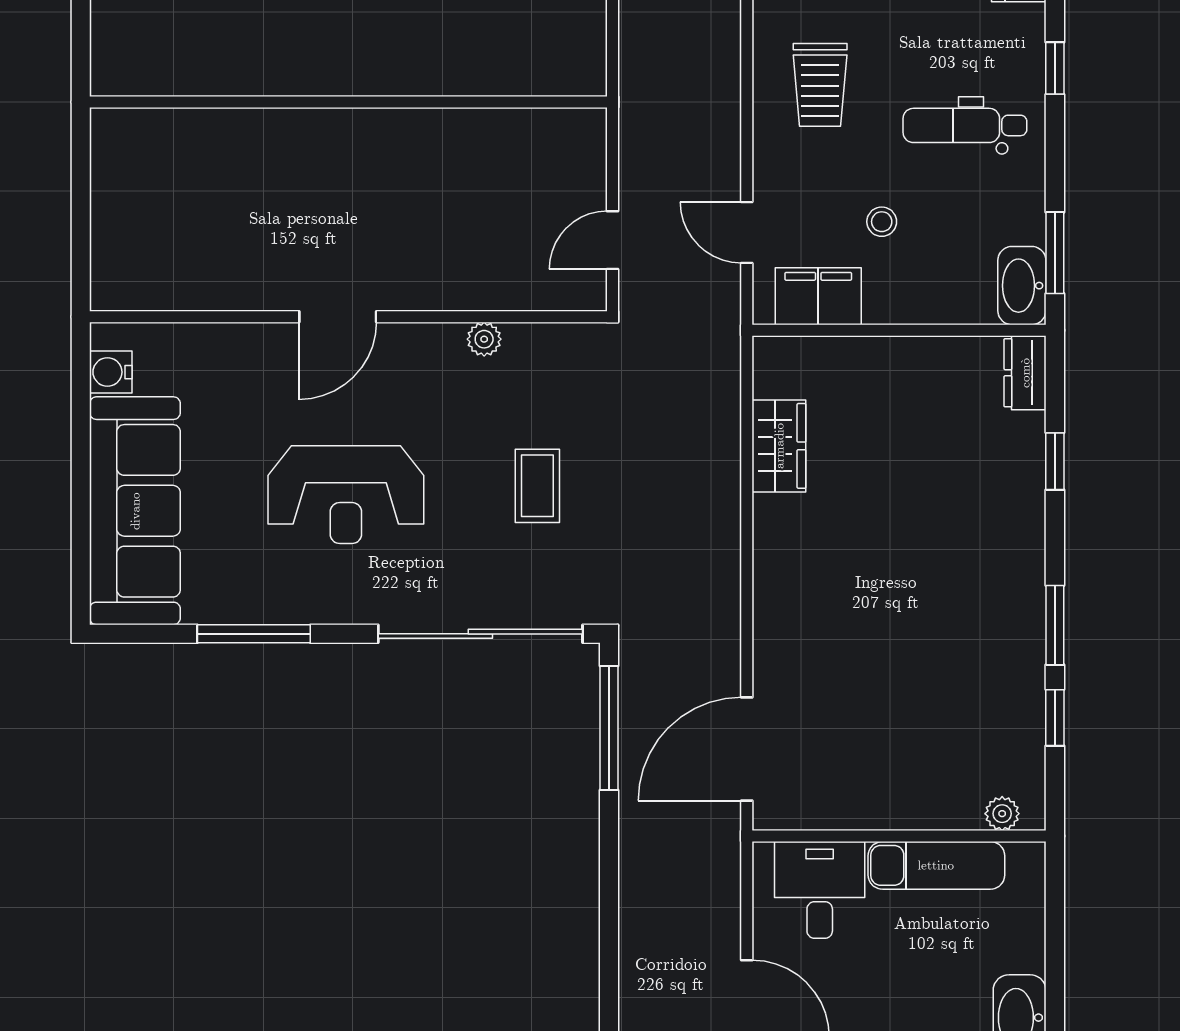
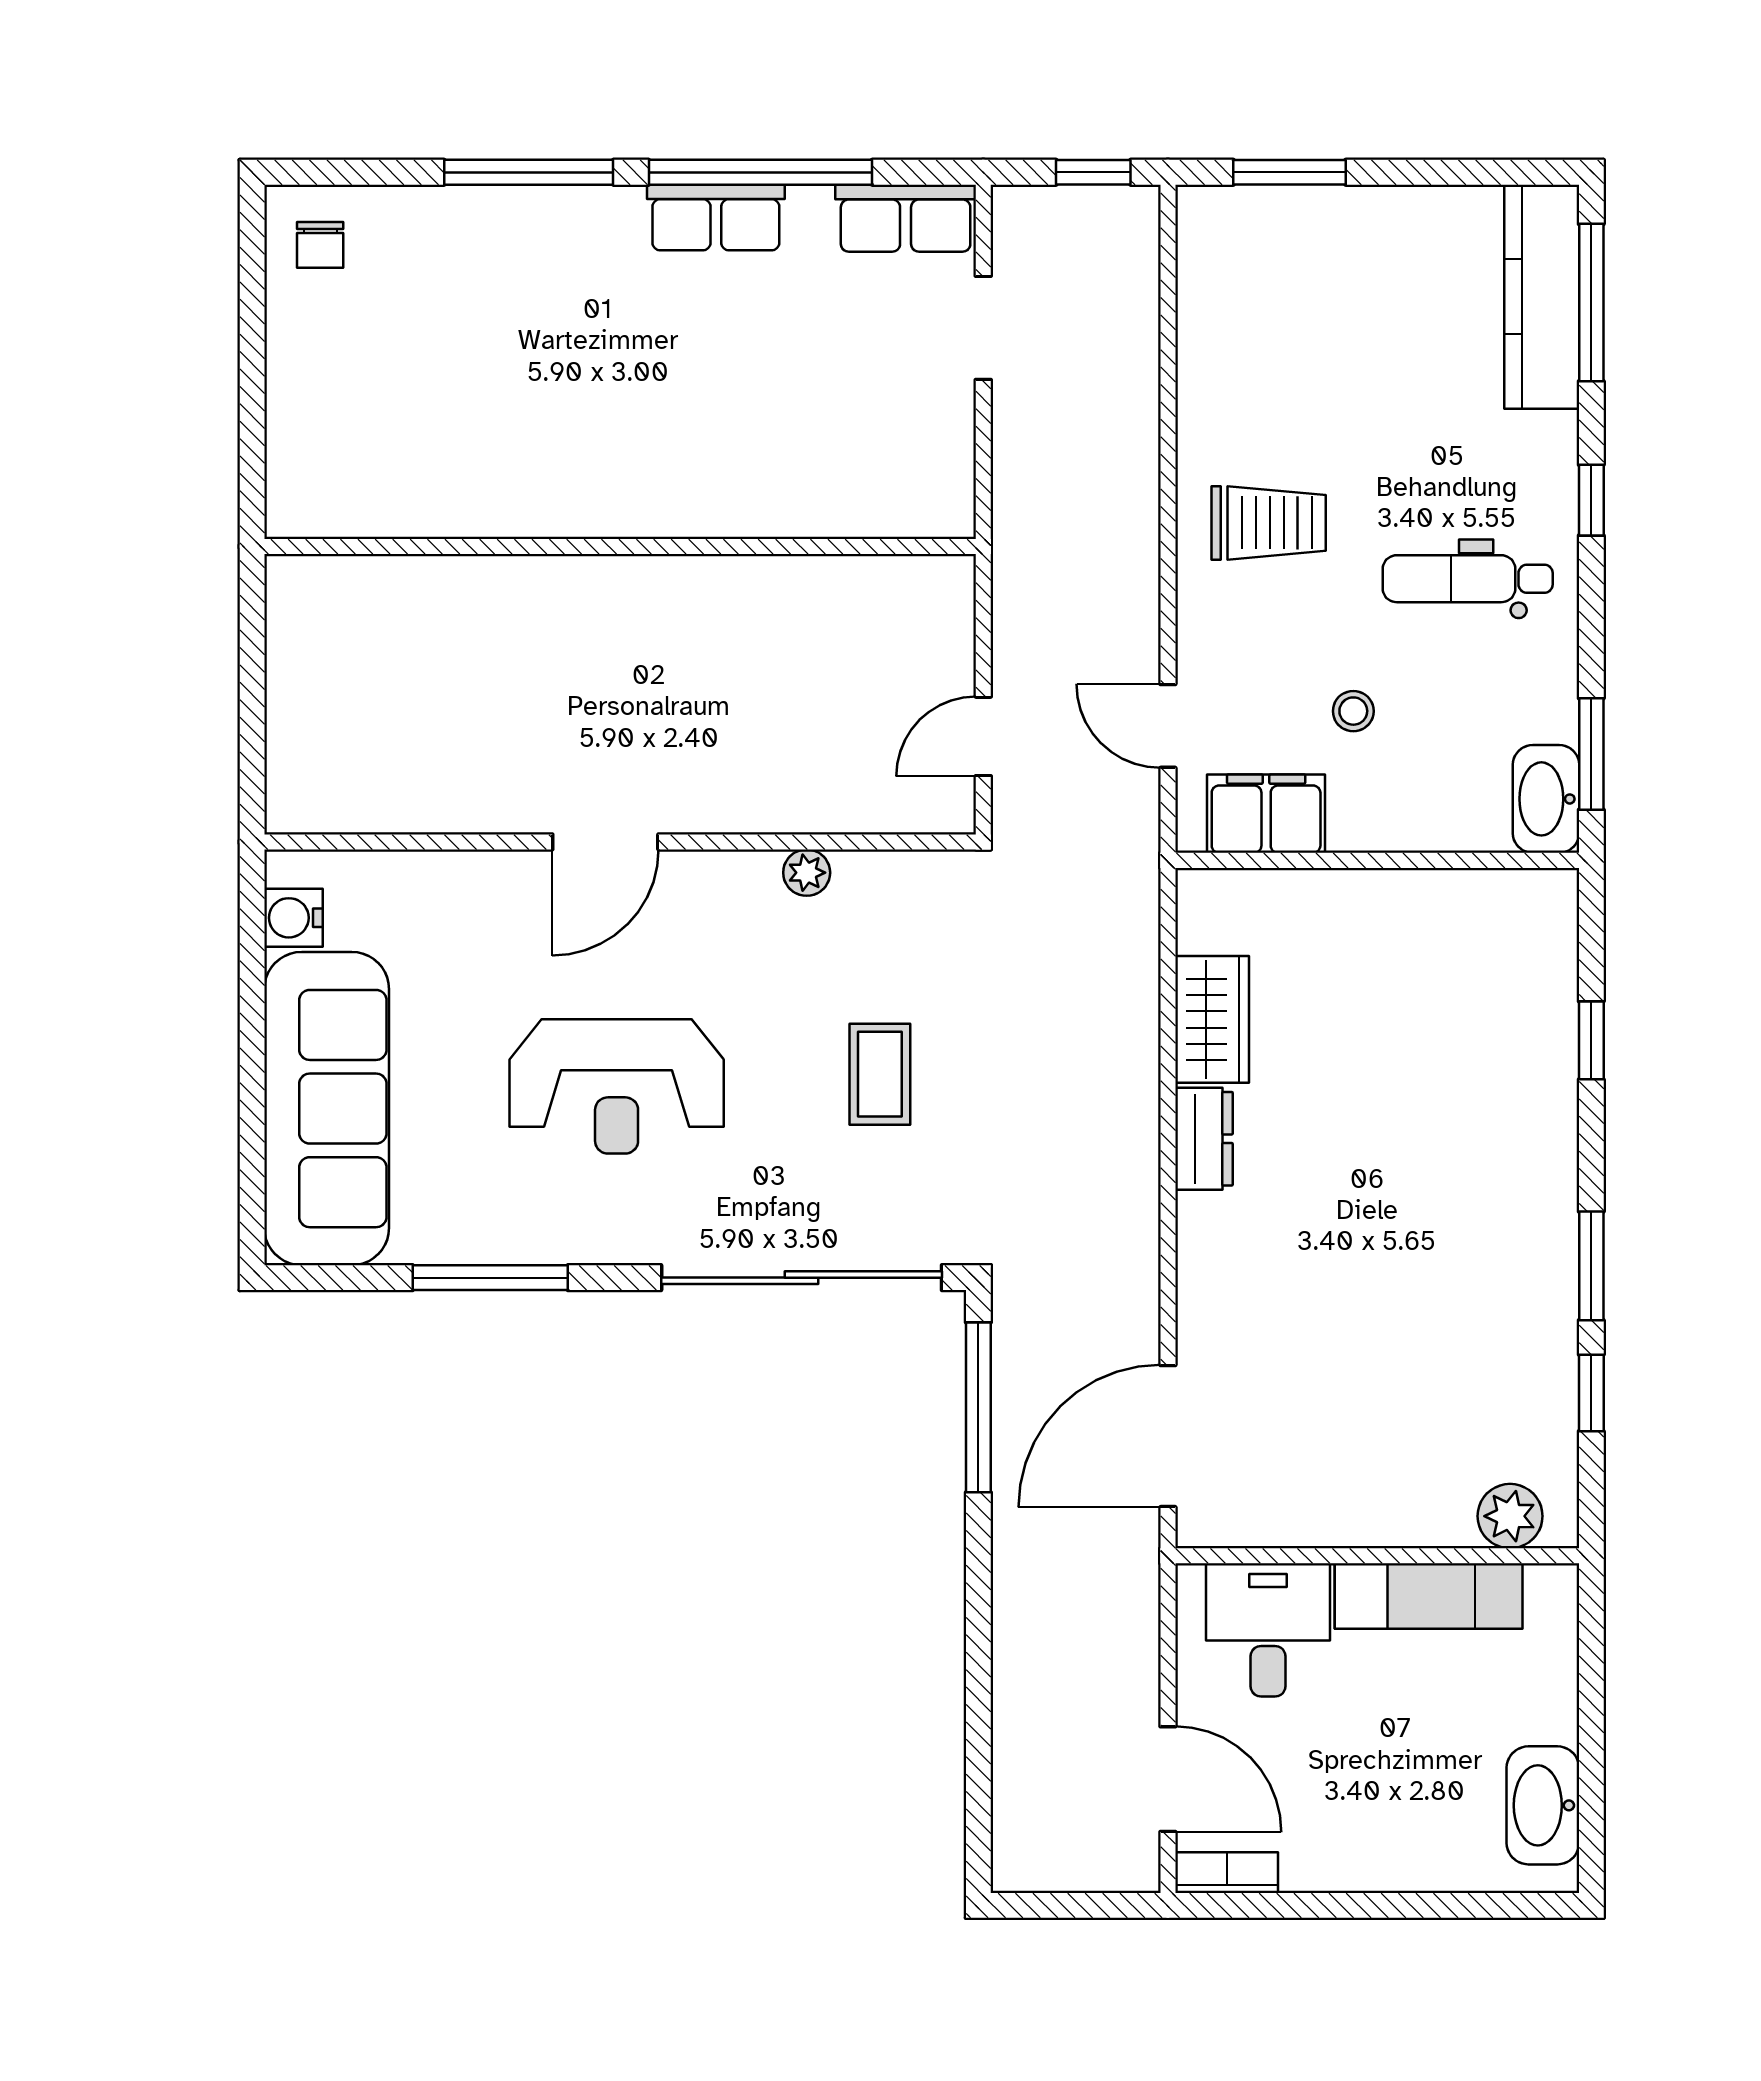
trolley: (820, 85) -> (1269, 523), turned -90
dresser: (1025, 373) -> (1204, 1139), moved, turned 180
plant: (1002, 814) -> (1510, 1516), width x1.38, depth x1.38

